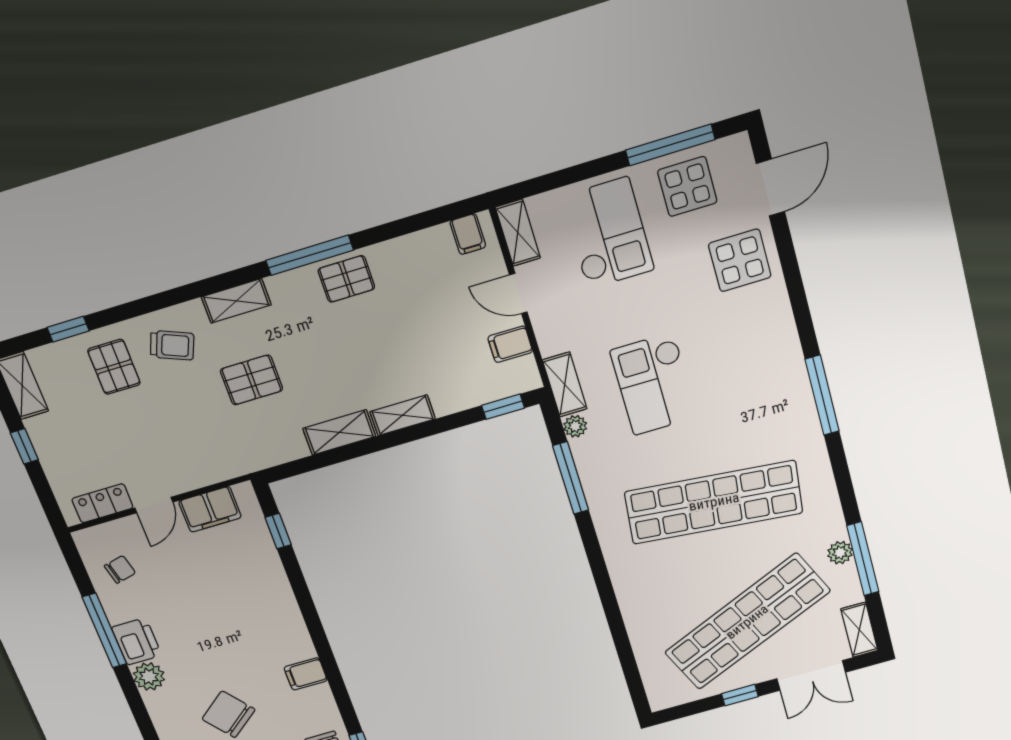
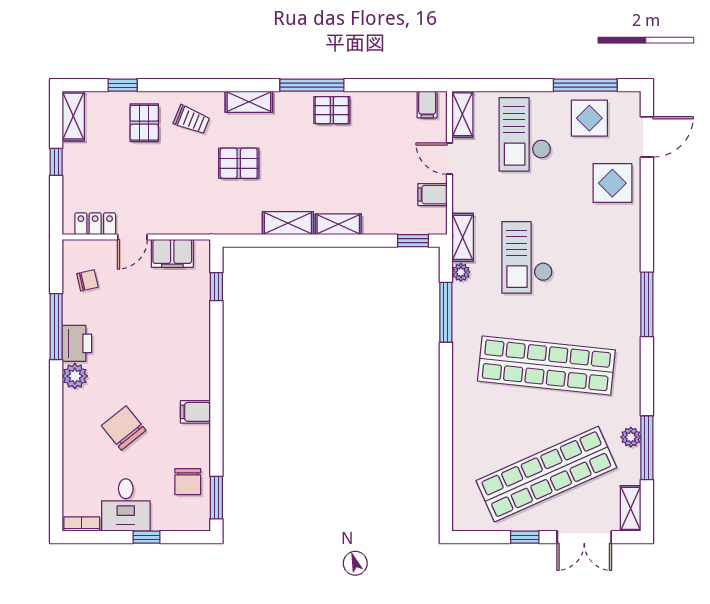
checkout: (608, 233) -> (525, 134), turned 180

